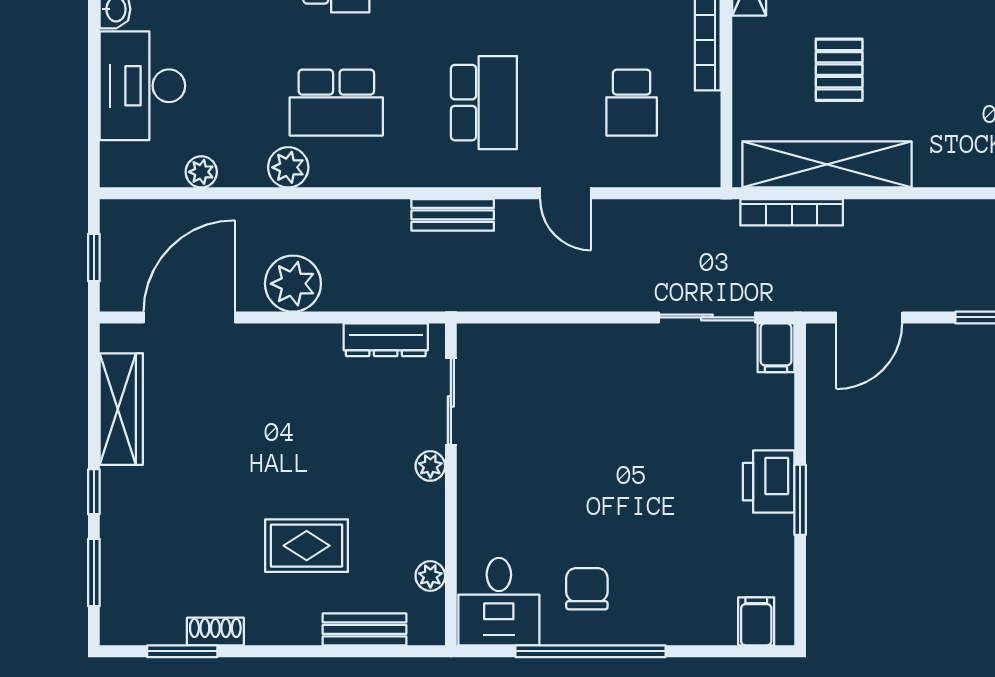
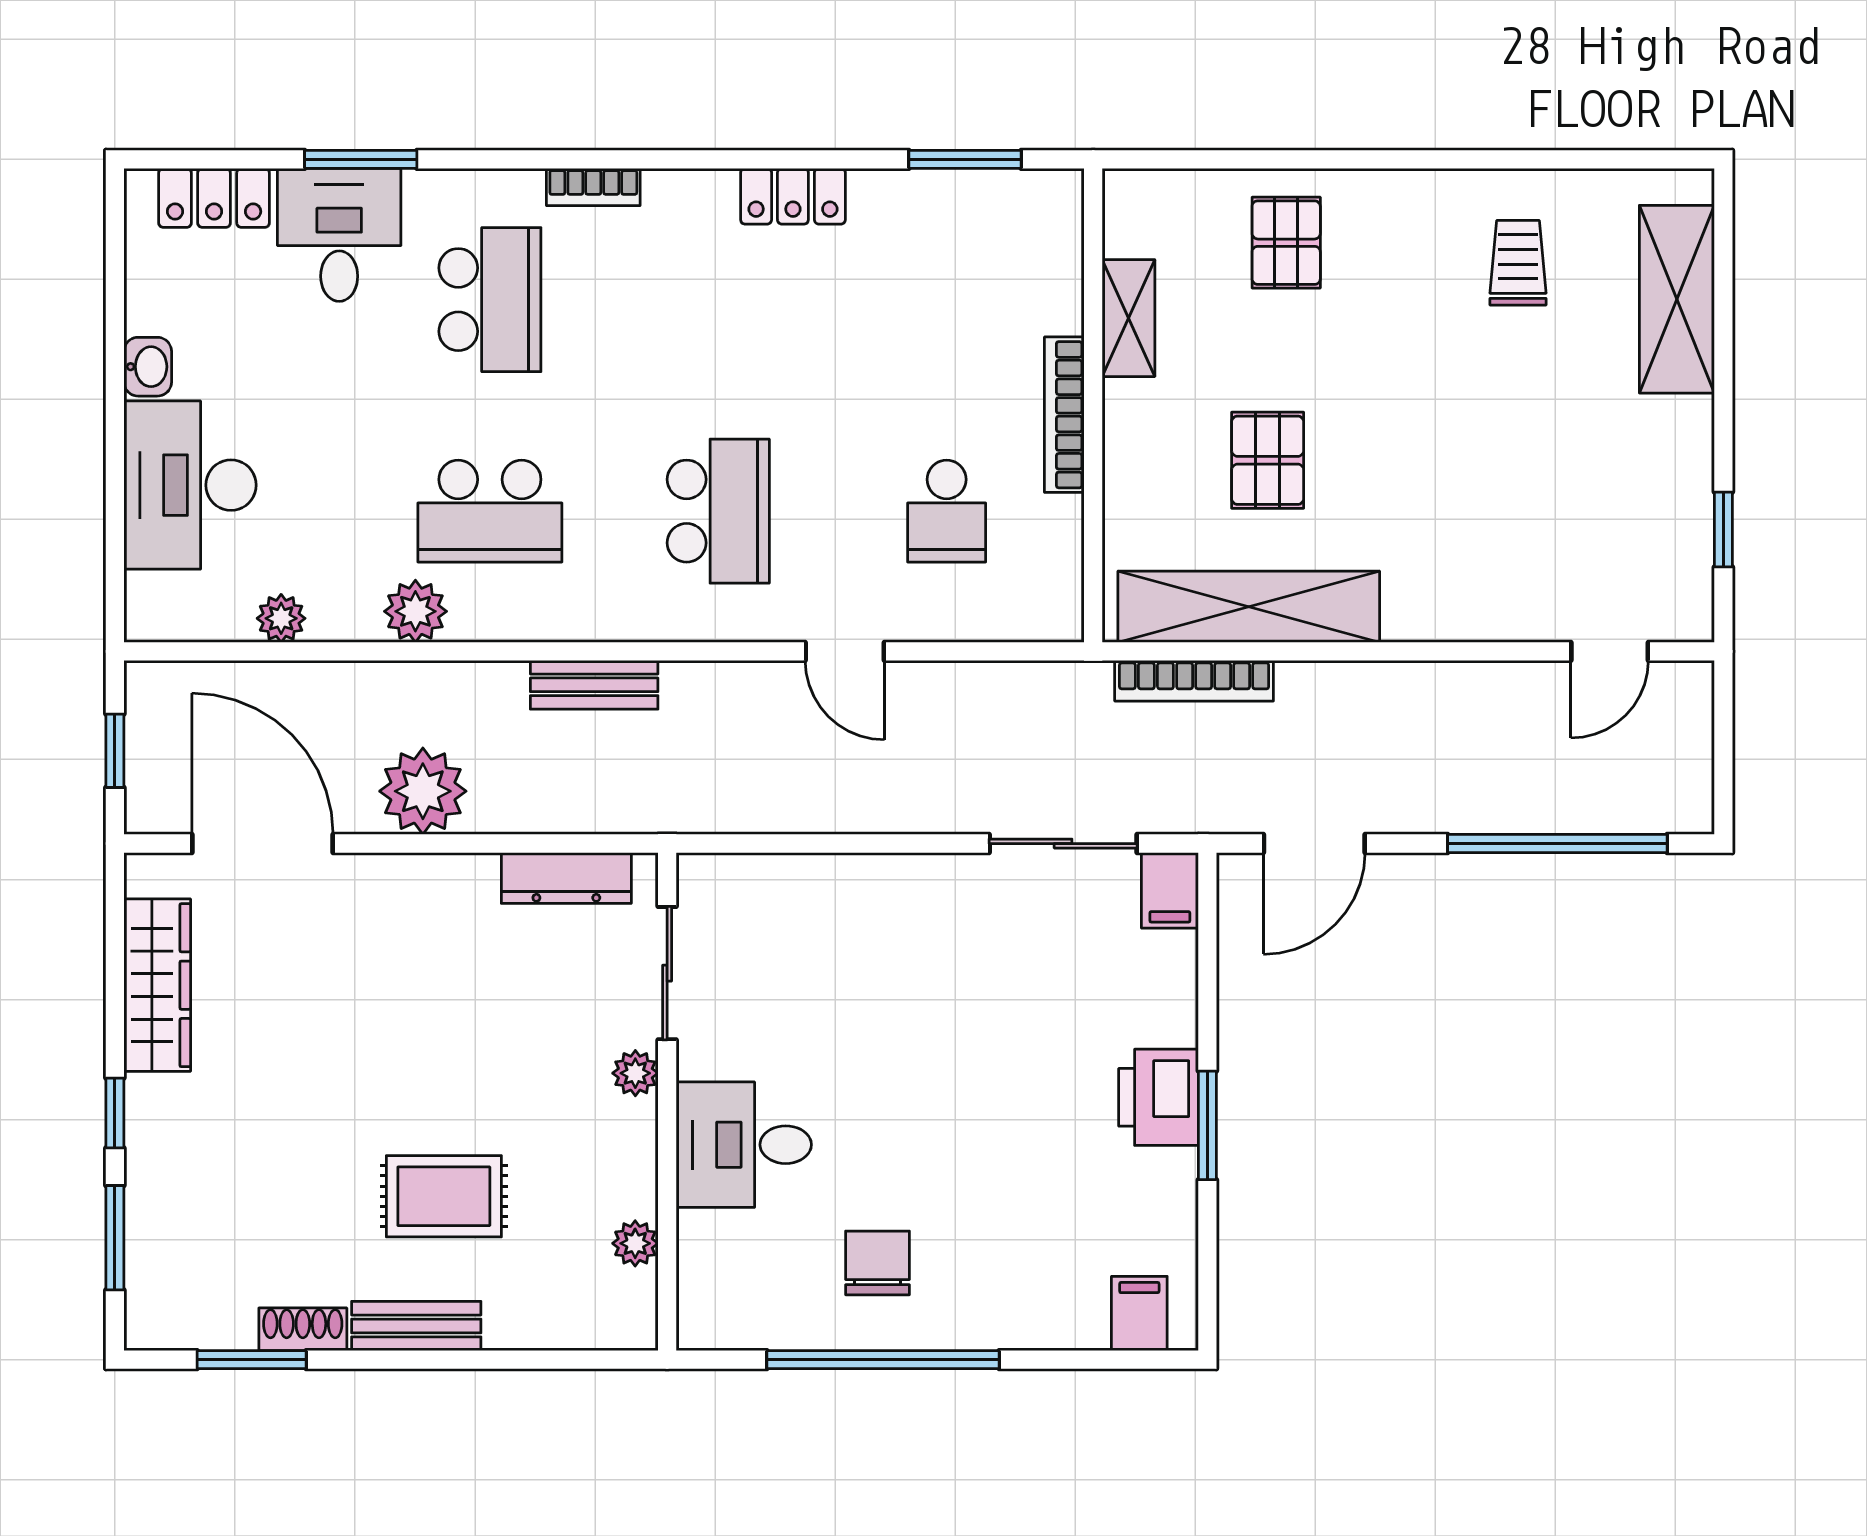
bench: (453, 215) -> (594, 685), moved
door: (189, 317) -> (262, 844), hinge flipped
desk: (499, 602) -> (744, 1145), moved, turned 90
bench: (365, 629) -> (416, 1326), moved

